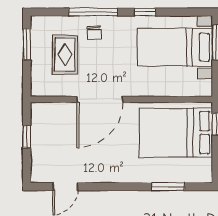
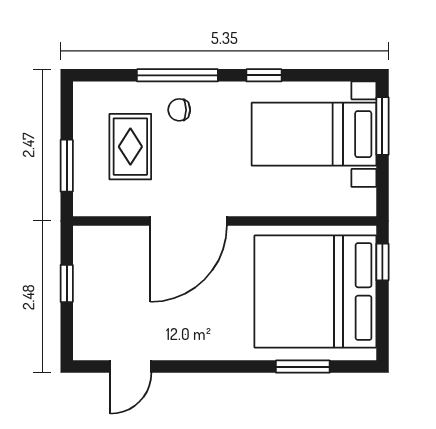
chair: (94, 33) -> (179, 110), turned 93
window: (27, 44) -> (67, 166), moved
bed: (176, 133) -> (315, 291), width x1.36

